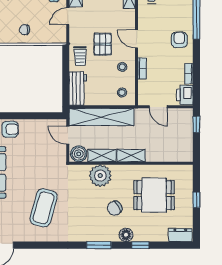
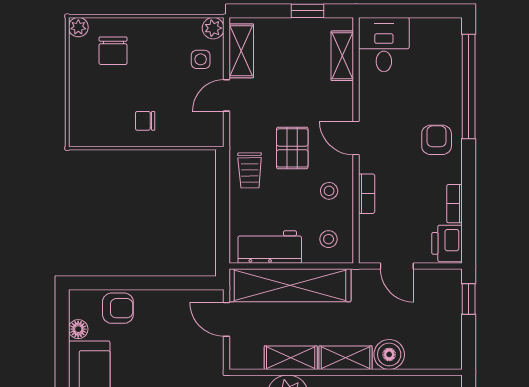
workbench: (78, 89) -> (270, 247), moved, turned -90
boiler: (79, 154) -> (389, 354), moved

